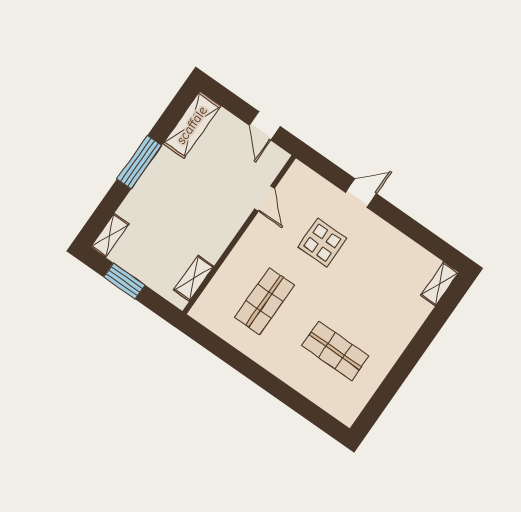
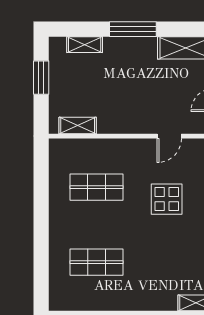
shelving: (110, 235) -> (85, 45), moved
shop shelf: (335, 351) -> (96, 262), turned 90

